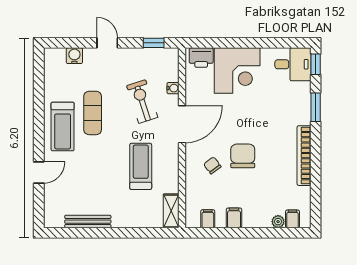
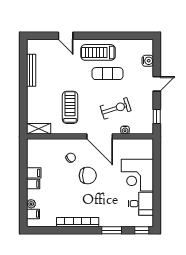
printer: (201, 58) -> (146, 150), removed
desk: (293, 64) -> (141, 204), moved, turned -90
chair: (243, 156) -> (88, 176), moved
treadmill: (141, 166) -> (70, 107), turned -90
filing cabinet: (208, 219) -> (33, 184), moved

